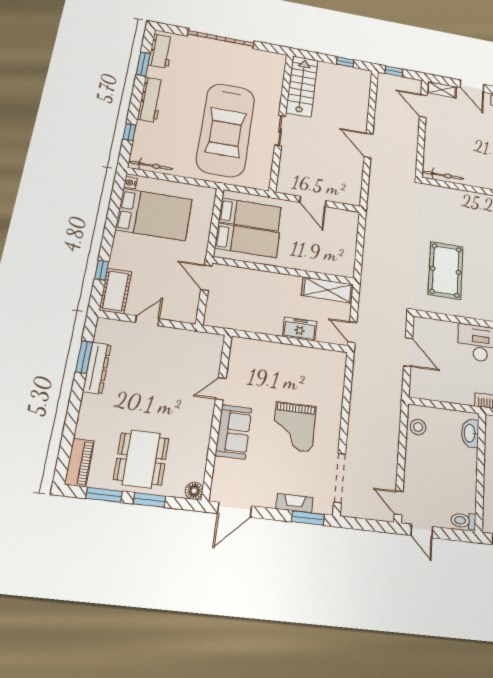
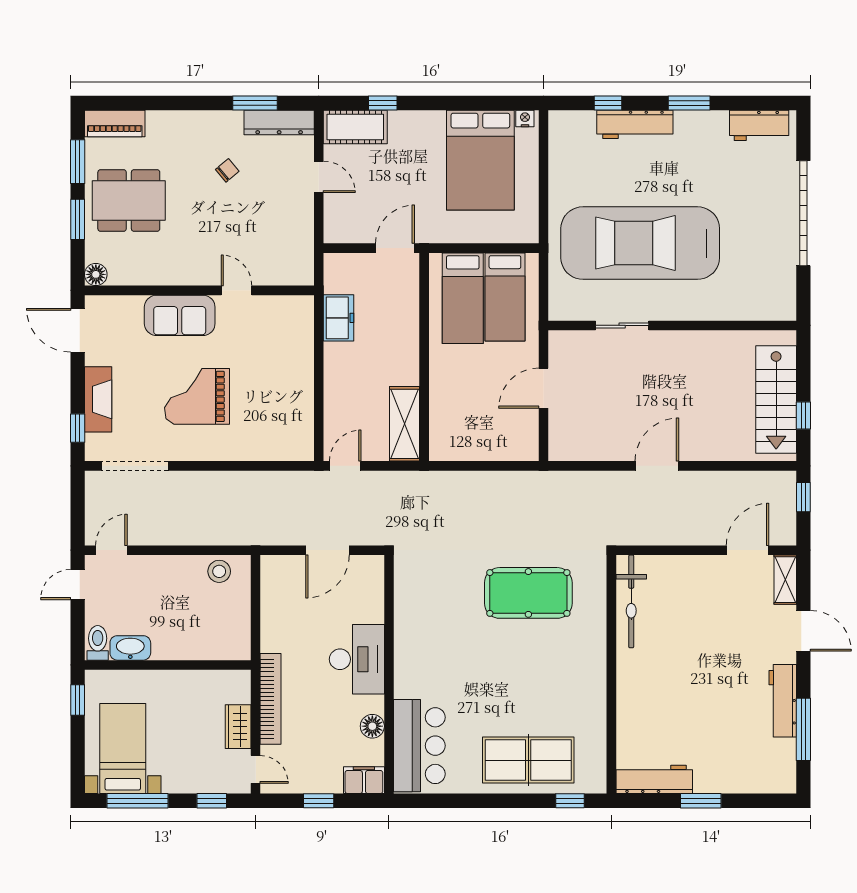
window: (143, 64) -> (689, 103), moved
stairs: (302, 86) -> (776, 400), moved, turned 90
door: (472, 86) -> (803, 631), swing flipped
workbench: (151, 100) -> (635, 124), moved
sliding door: (280, 131) -> (622, 325), moved
bicycle: (151, 165) -> (558, 143), removed
bicycle: (443, 175) -> (631, 601), width x1.37, depth x1.40
pool table: (446, 270) -> (528, 593), moved
freezer: (300, 329) -> (339, 318), moved
dresser: (97, 368) -> (279, 123), moved
chair: (131, 384) -> (227, 170), added
washbasin: (470, 433) -> (130, 648), moved
fireplace: (294, 503) -> (98, 399), width x1.37, depth x1.32
window: (308, 518) -> (78, 428), width x0.67

